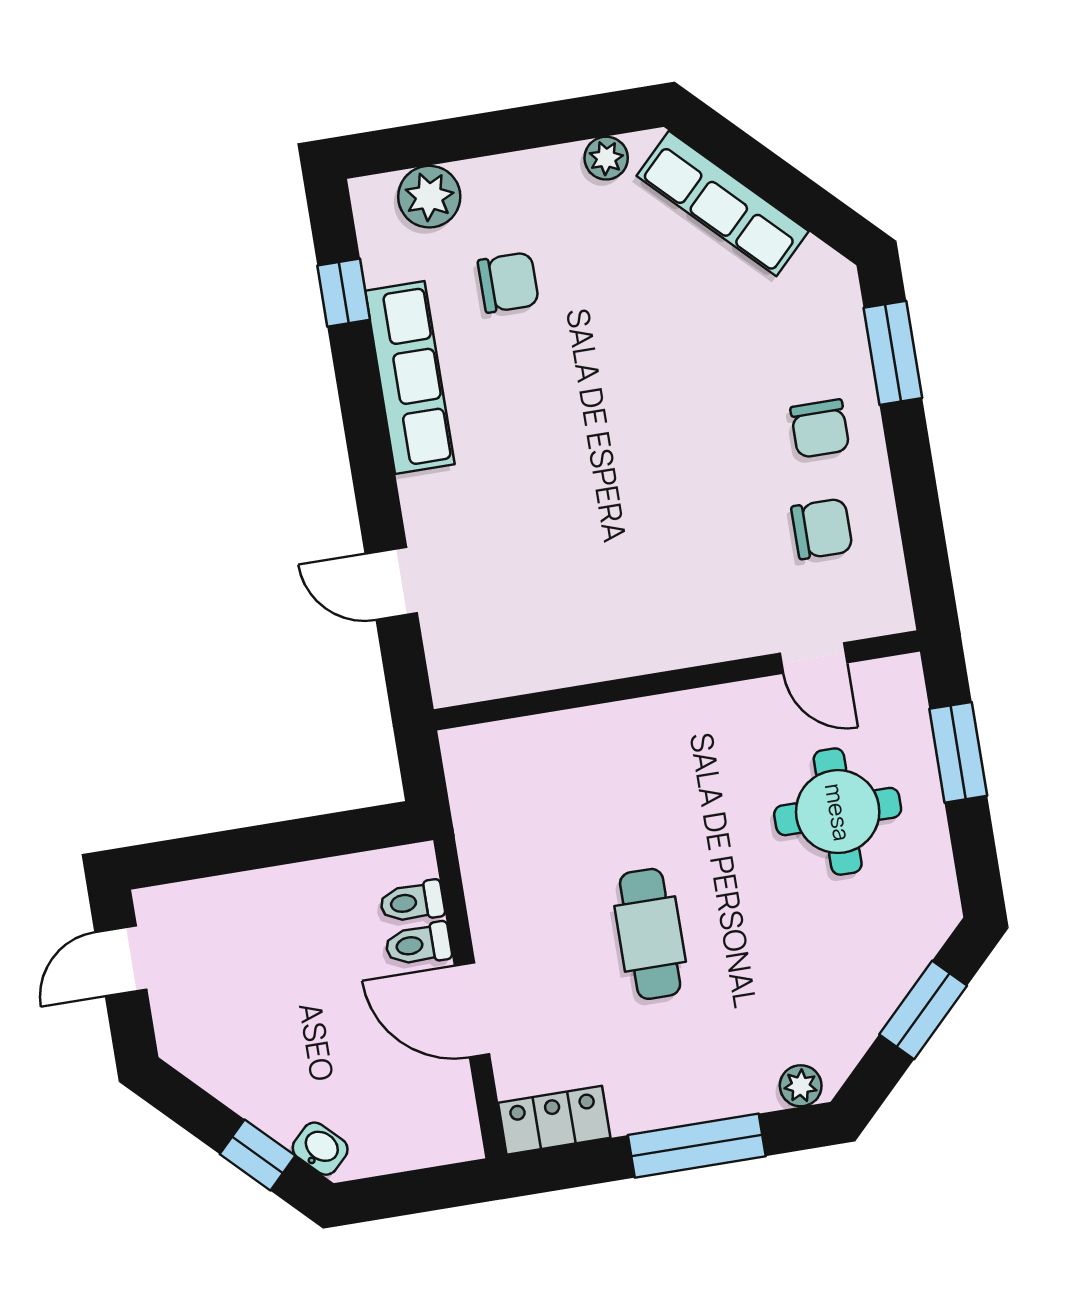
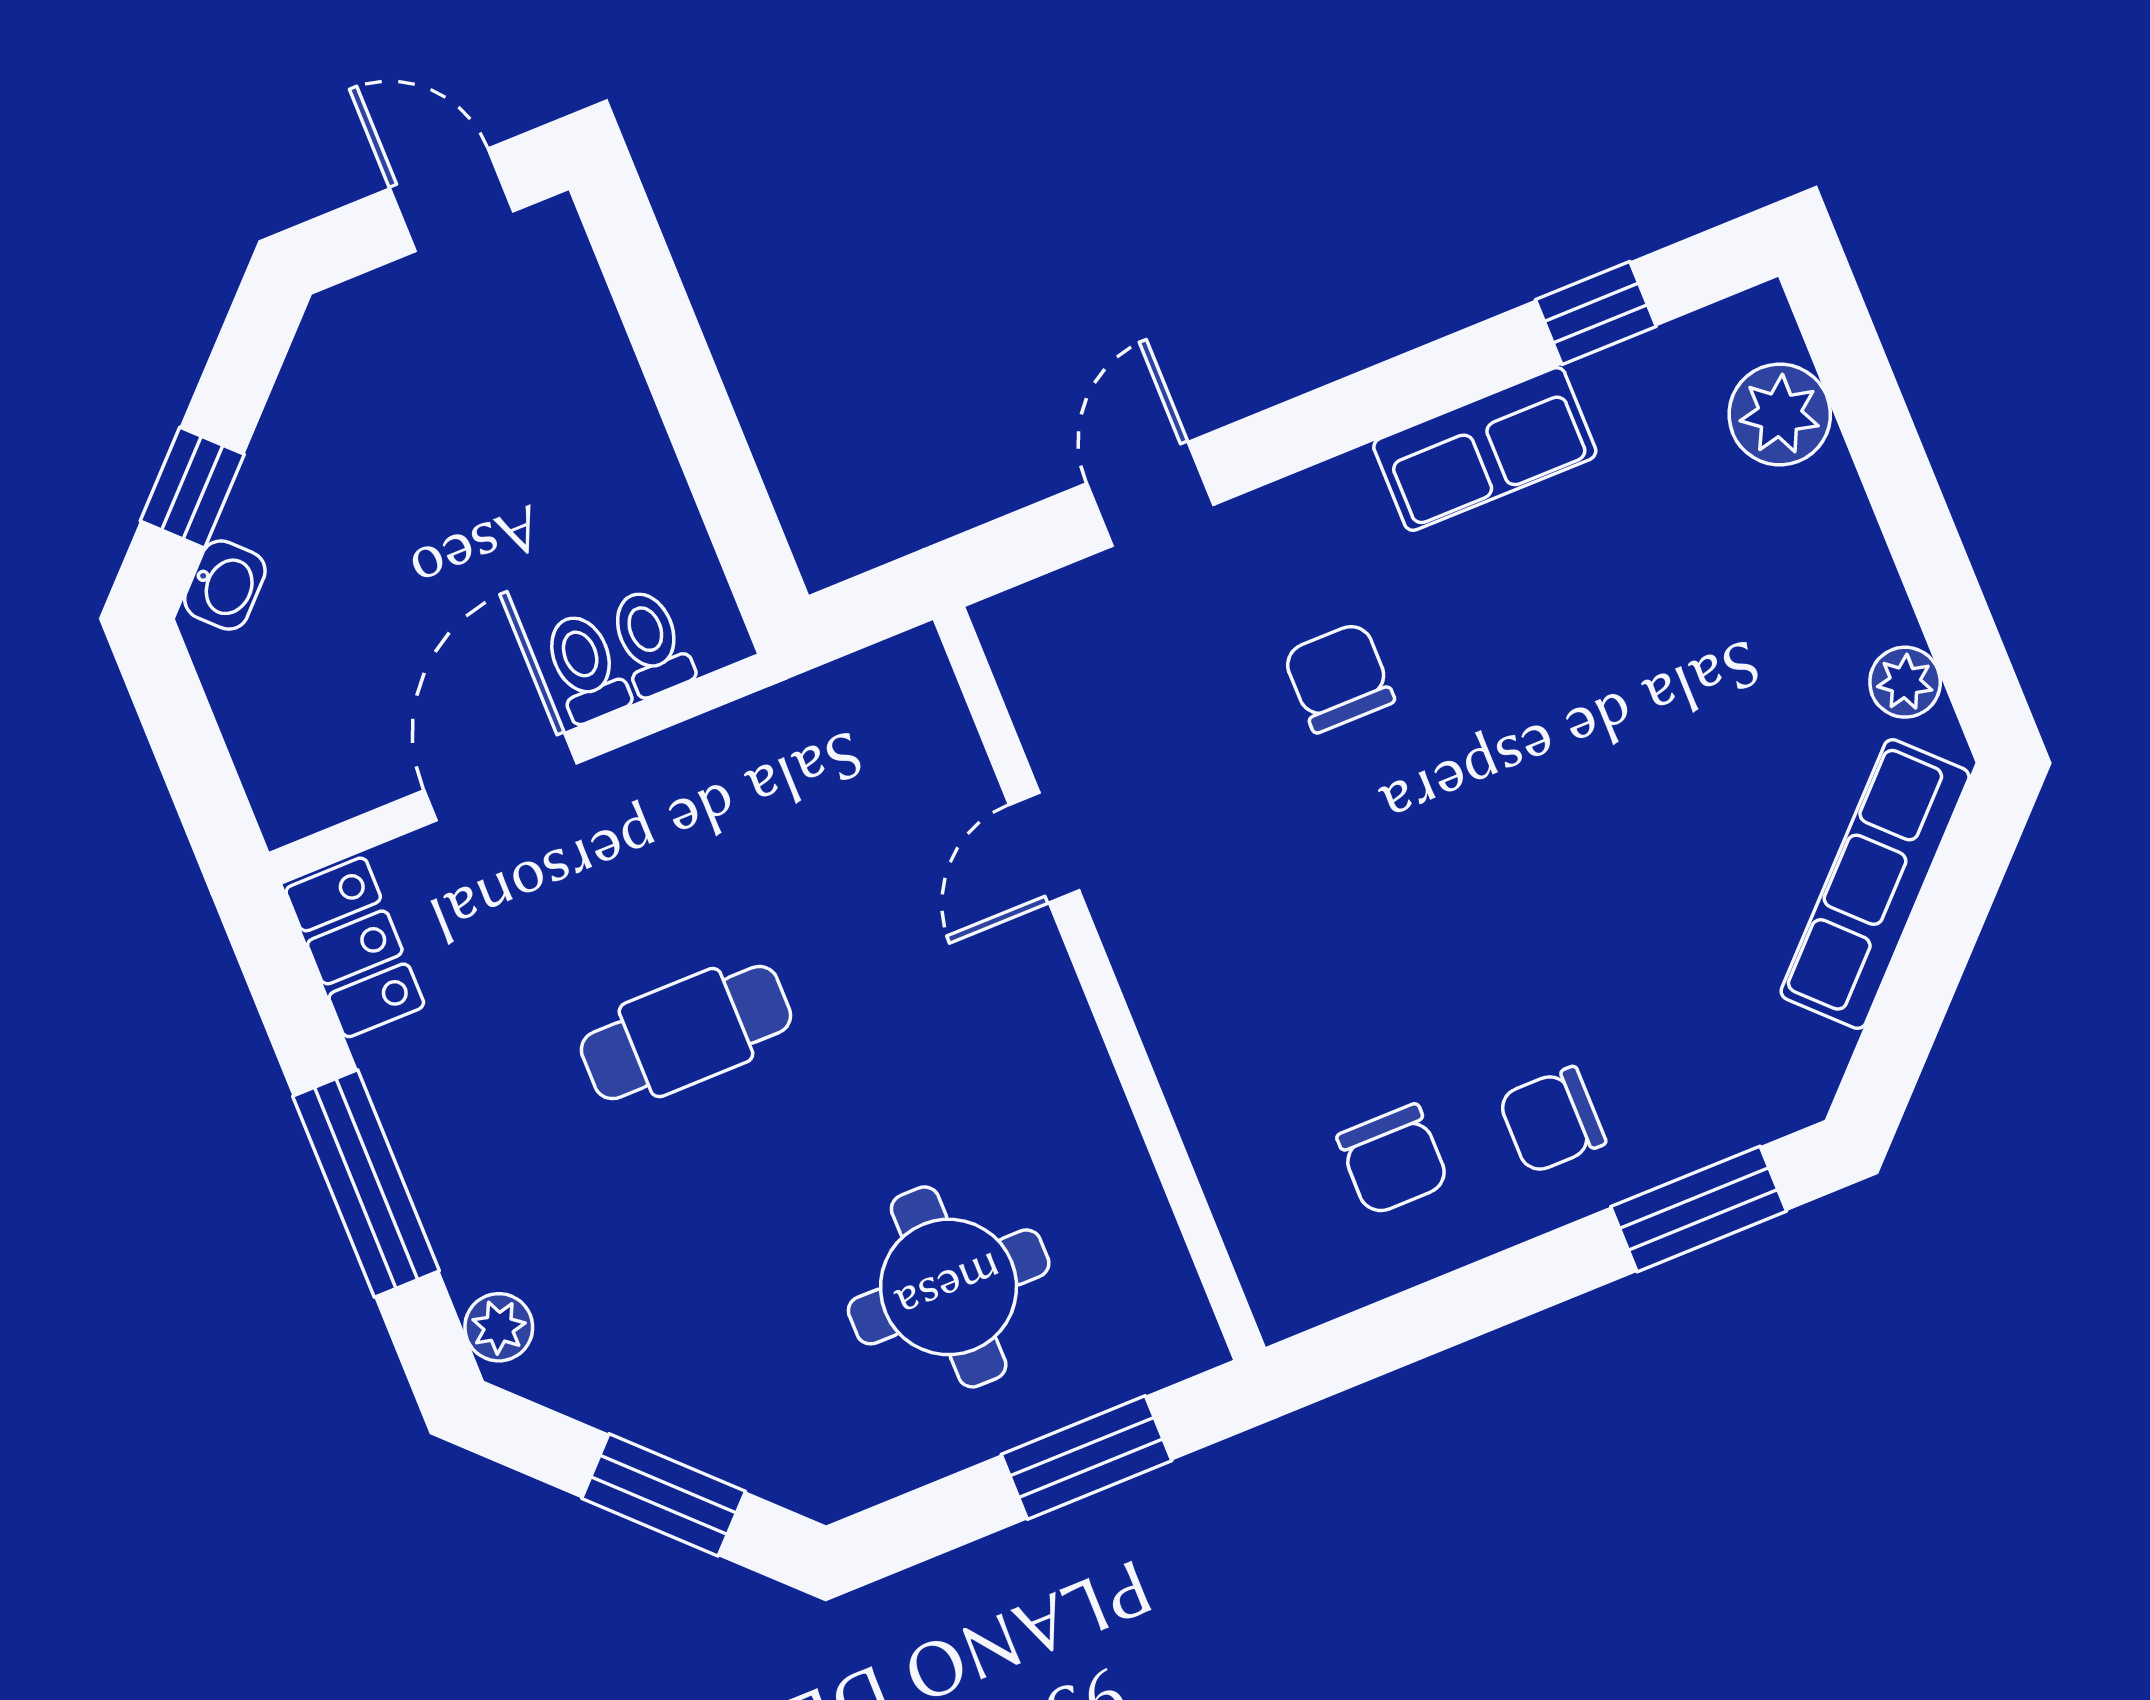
chair: (508, 282) -> (1339, 677), moved, turned 180
row of seats: (410, 377) -> (1485, 449), width x0.68
door: (814, 658) -> (1044, 848), moved

